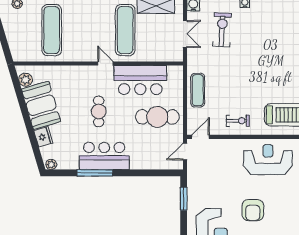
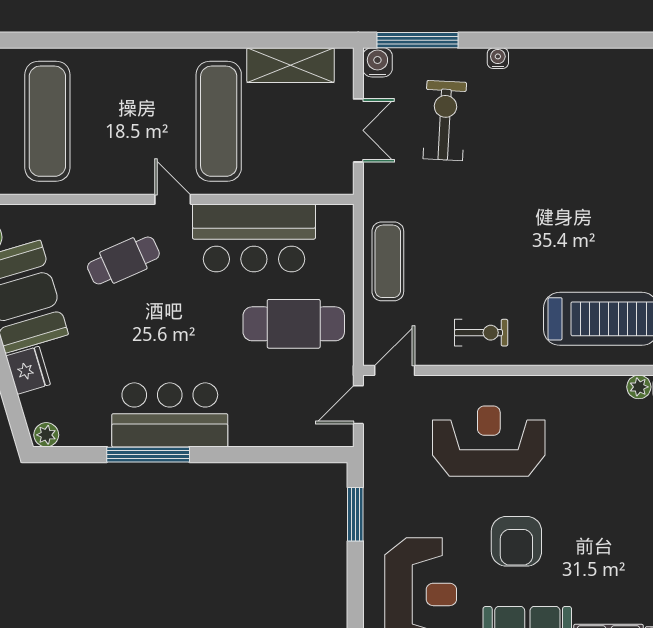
cafe table: (99, 111) -> (123, 260), moved, turned 66
reception desk: (268, 160) -> (489, 441), moved

